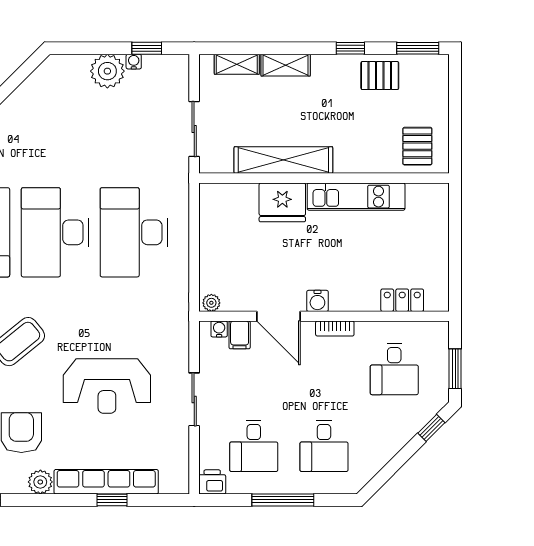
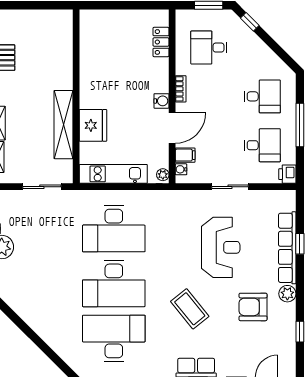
pallet: (417, 146) -> (54, 31), removed
kitchen unit: (356, 197) -> (113, 174), moved, turned -90
desk: (394, 369) -> (209, 48), turned 180

